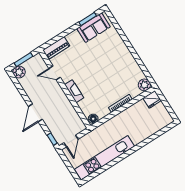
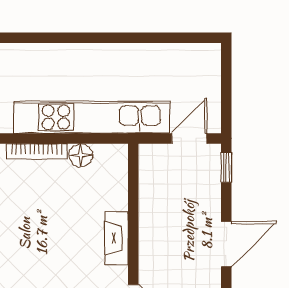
floor lamp: (93, 119) -> (81, 155), moved
kitchen unit: (105, 158) -> (92, 117), moved, turned 180

